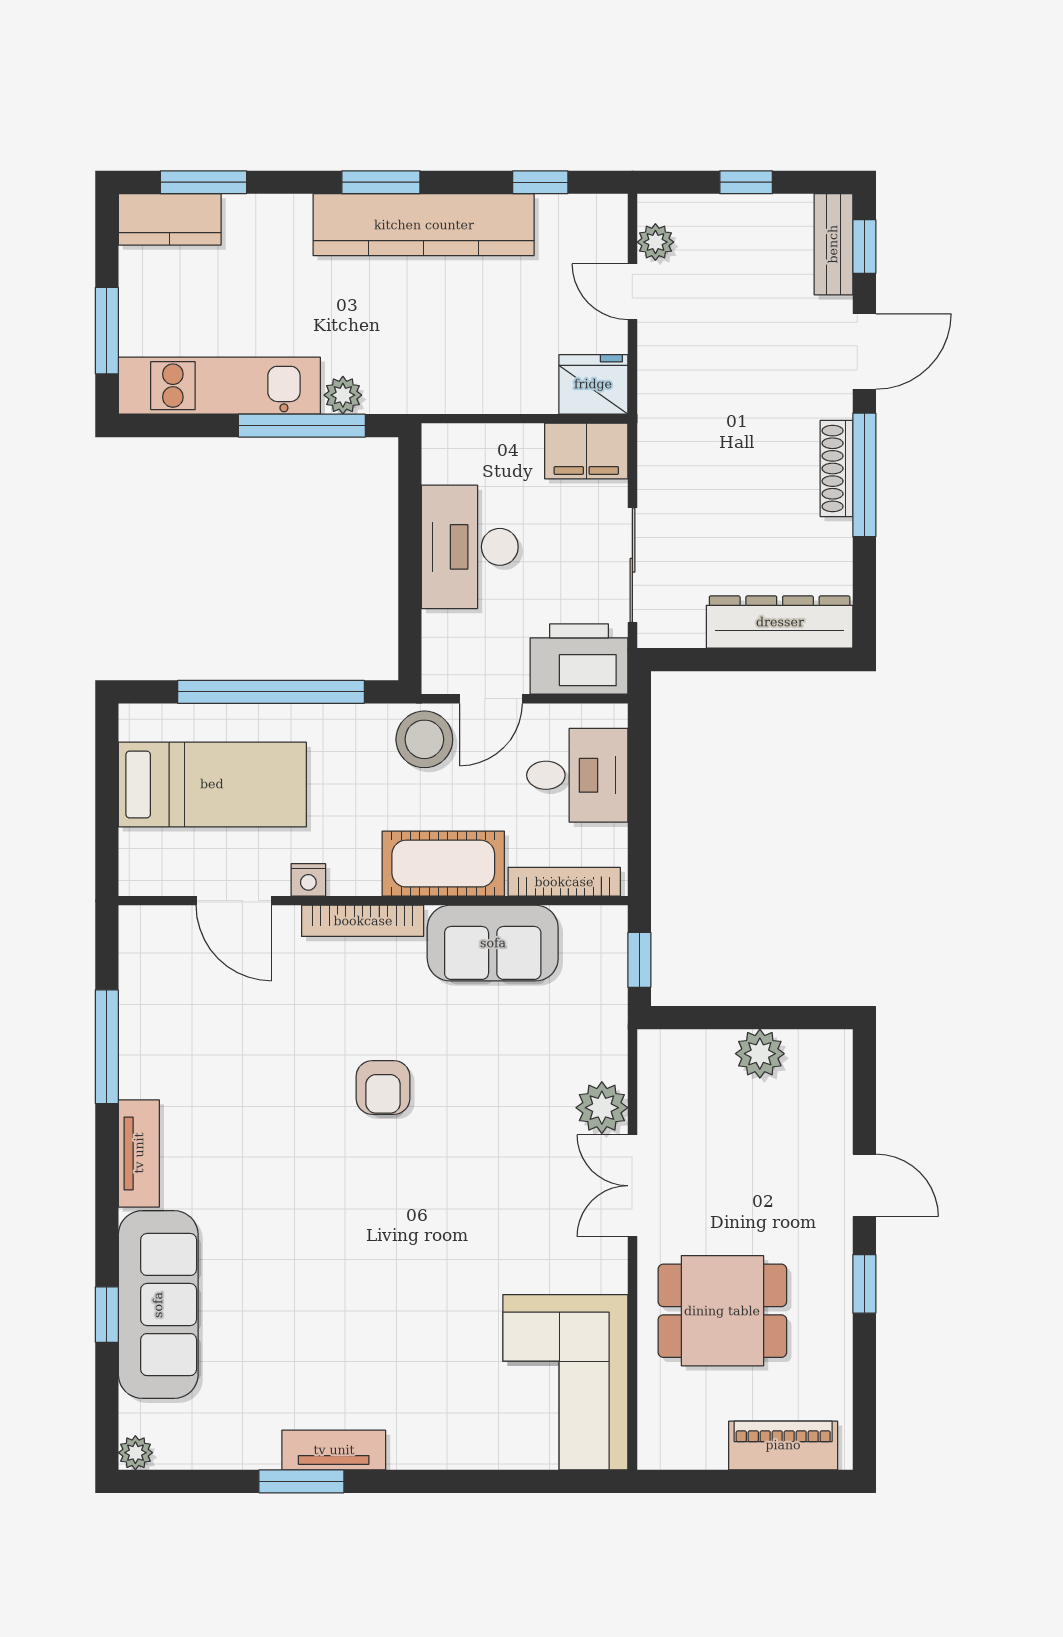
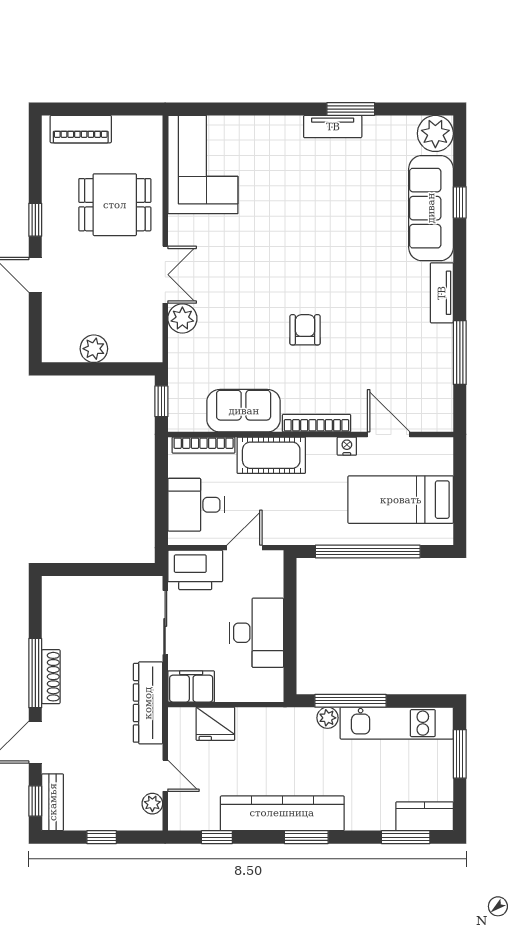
fridge: (593, 384) -> (215, 724), moved
dresser: (780, 622) -> (148, 703), moved, turned 90
stool: (424, 739) -> (282, 525), removed
plant: (135, 1453) -> (435, 133), width x1.88, depth x1.88

